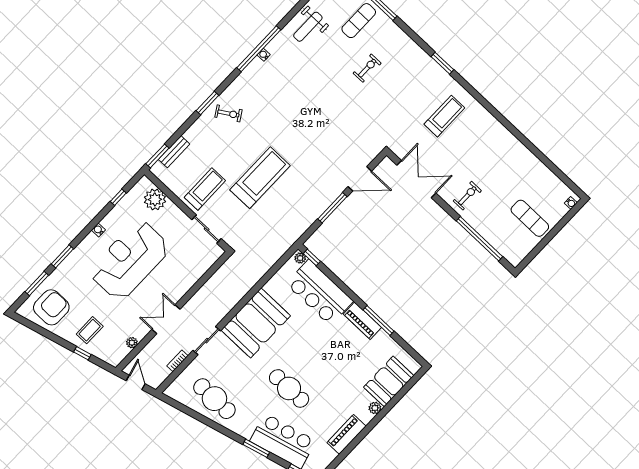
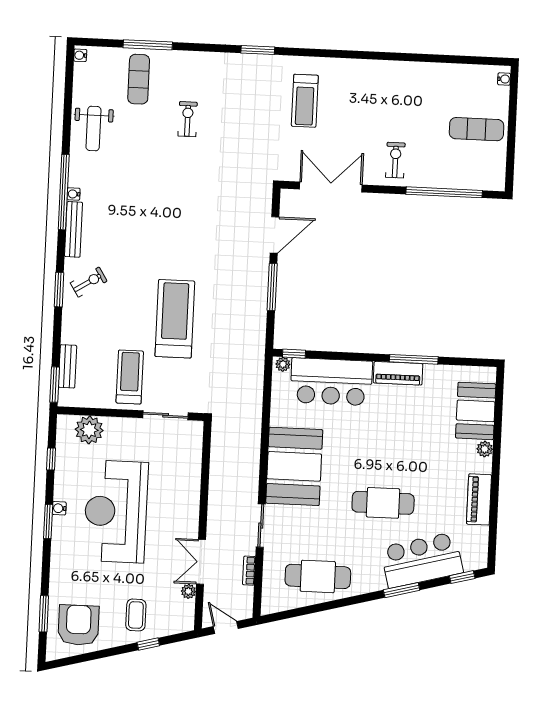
bench: (246, 75) -> (73, 229), added
treadmill: (444, 116) -> (305, 101), turned 180
window: (62, 256) -> (48, 522), moved
double door: (166, 319) -> (201, 562), moved

